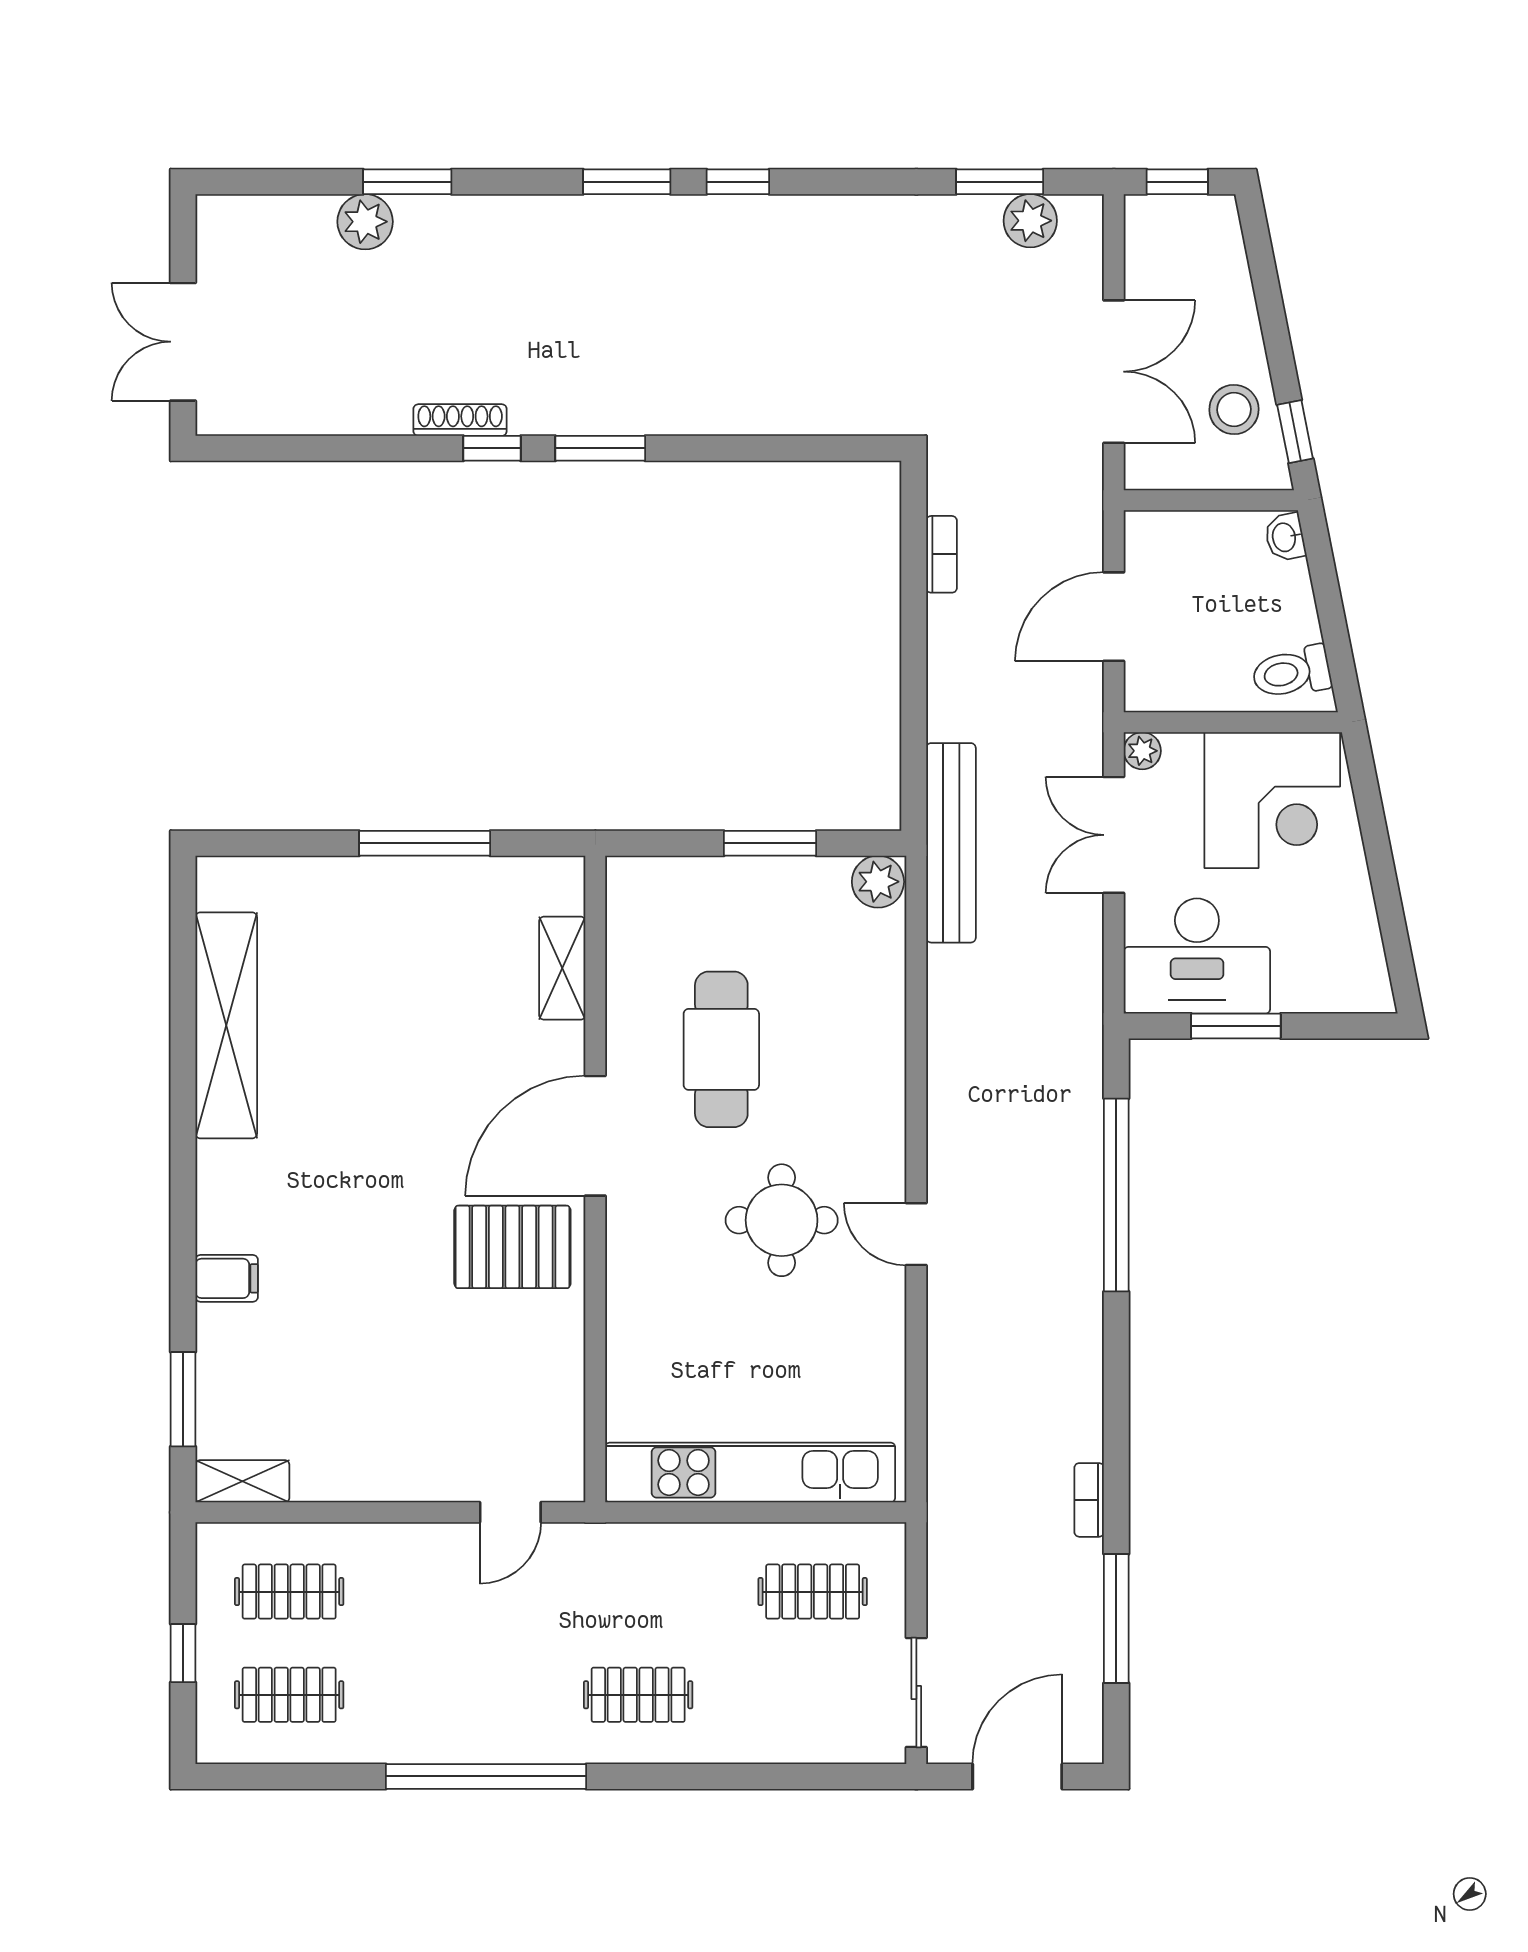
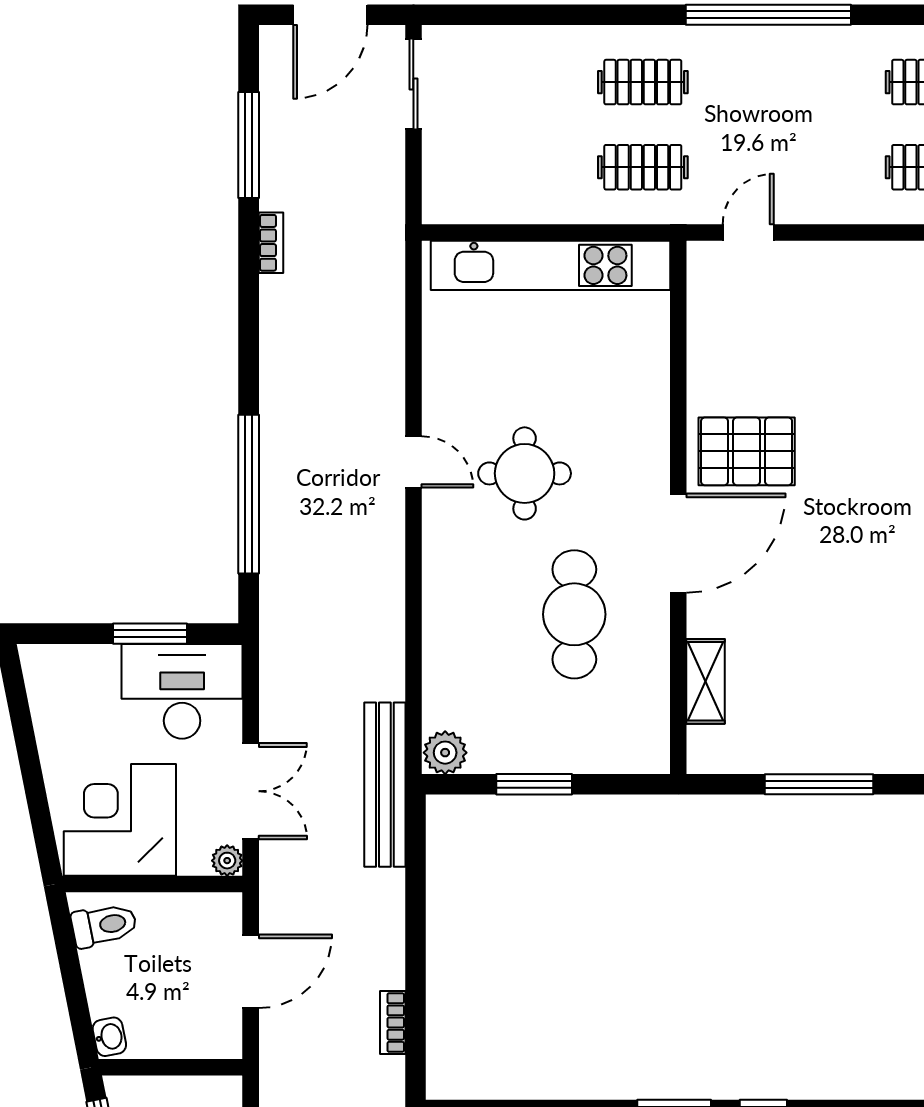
clothes rail: (813, 1592) -> (643, 167), moved

